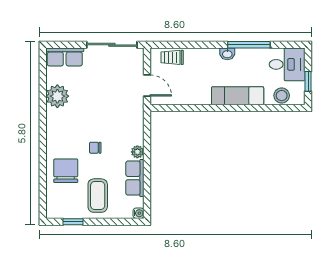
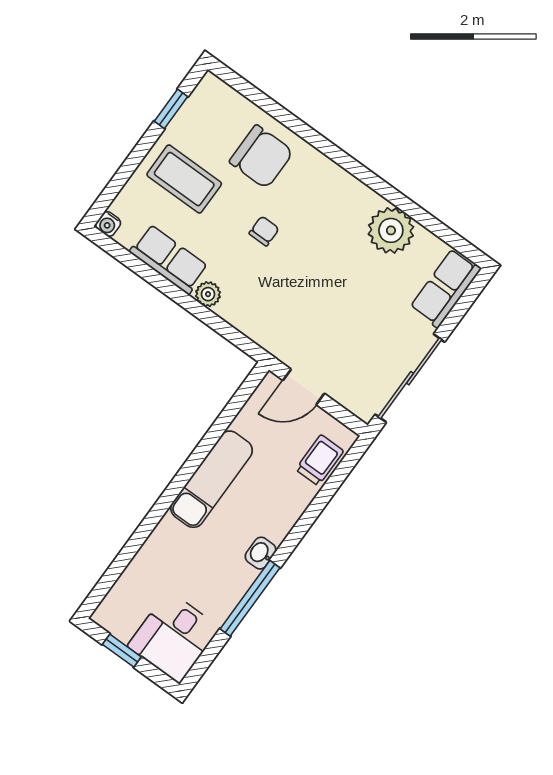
exam couch: (238, 96) -> (211, 479), moved
stool: (282, 96) -> (130, 592), removed

